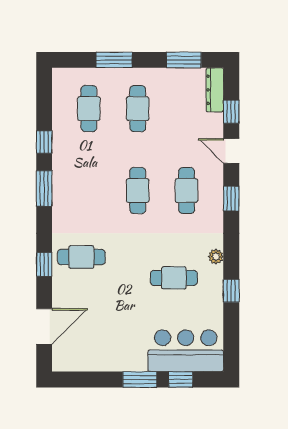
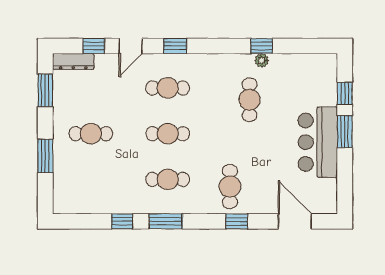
cafe table: (89, 109) -> (168, 179), moved
plant: (216, 257) -> (262, 60), moved
bar counter: (186, 351) -> (318, 142), moved

